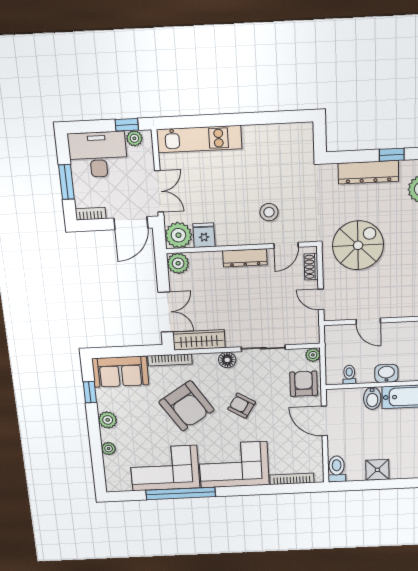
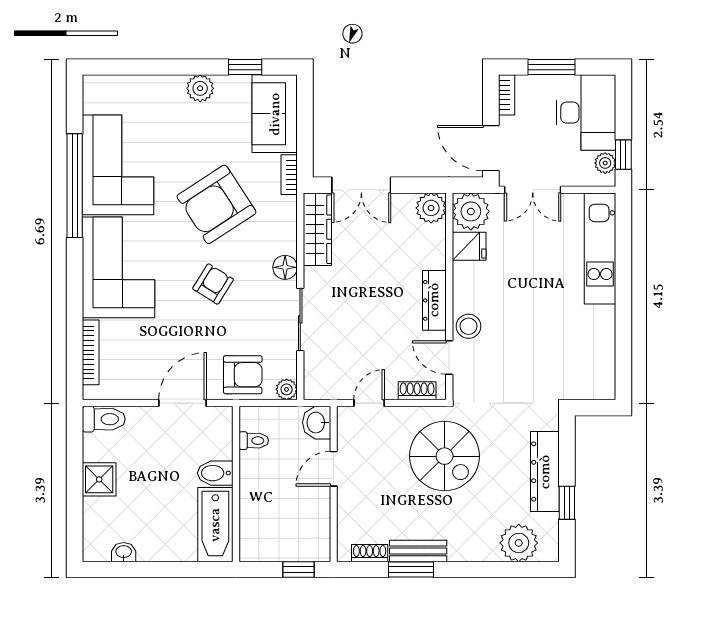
stool: (269, 212) -> (469, 326), moved
bookcase: (170, 360) -> (289, 175), width x0.64
washbasin: (386, 373) -> (317, 423), moved, turned 180
plant: (109, 449) -> (154, 85), removed

